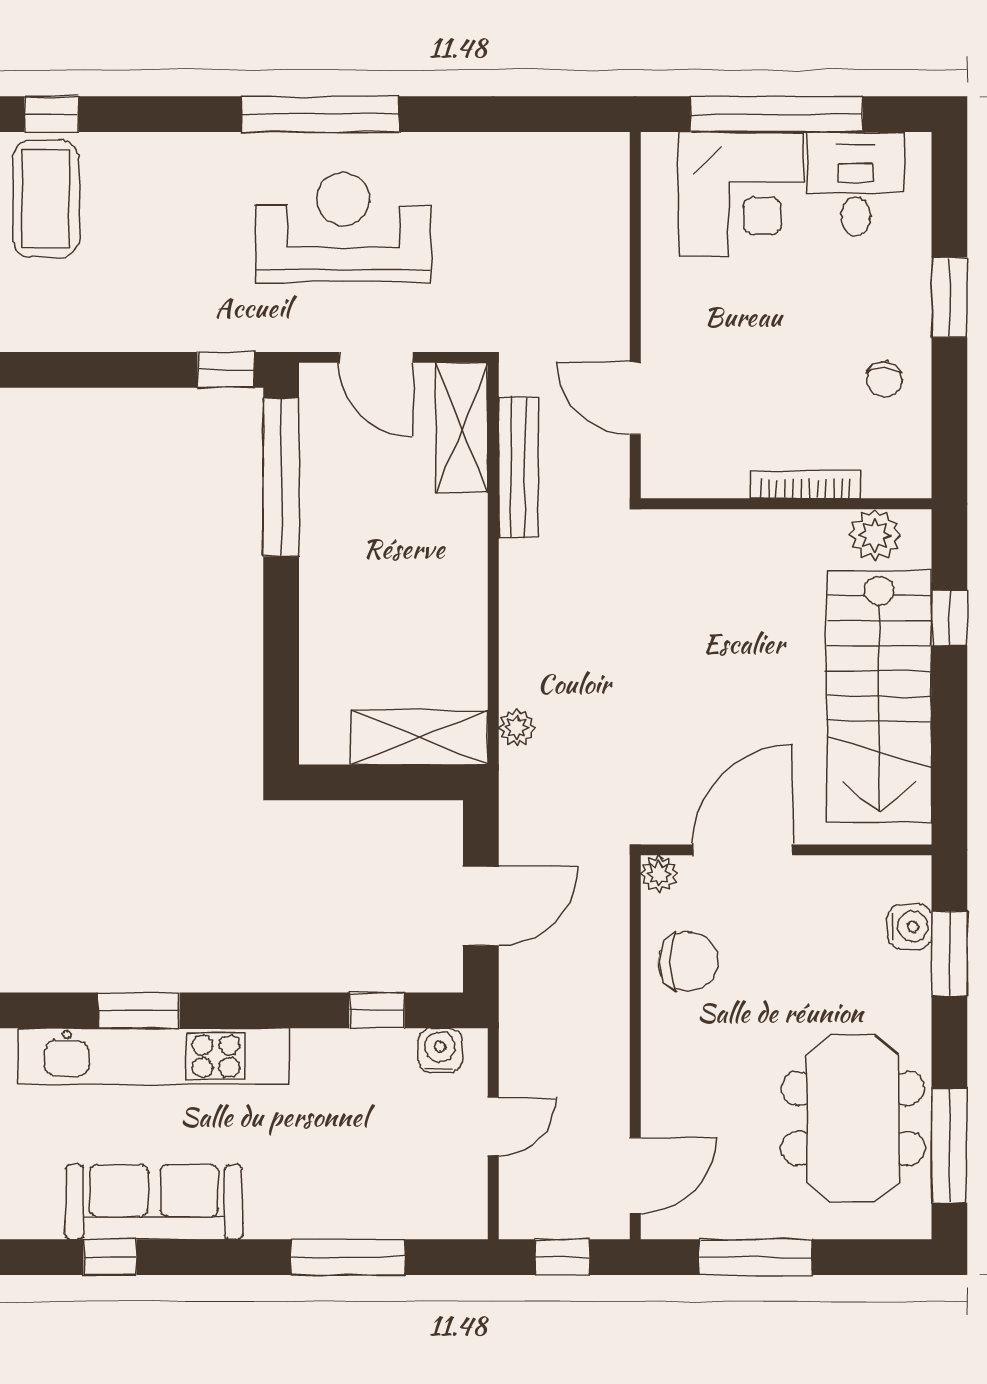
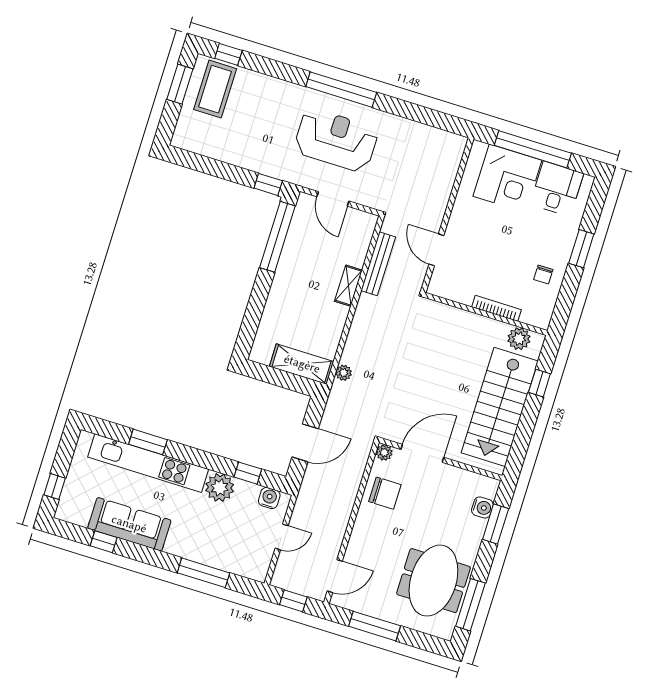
shelving: (462, 428) -> (348, 286), moved, width x0.67, depth x0.75
plant: (325, 1061) -> (220, 488), added

